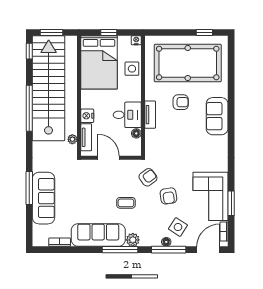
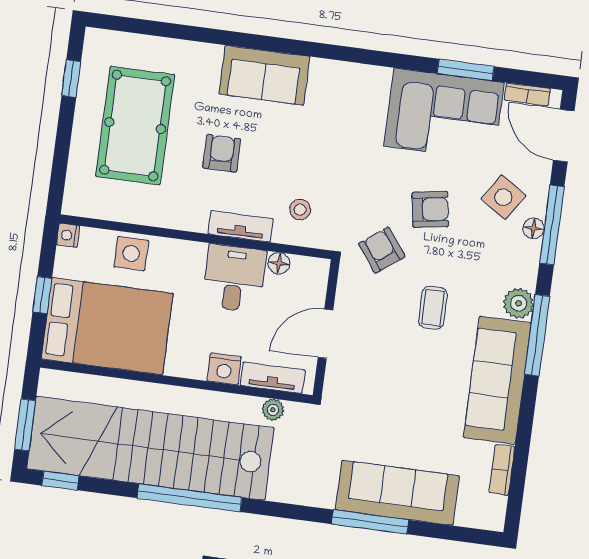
pool table: (188, 63) -> (135, 126), width x0.73, depth x0.76
stool: (161, 139) -> (300, 210), added

